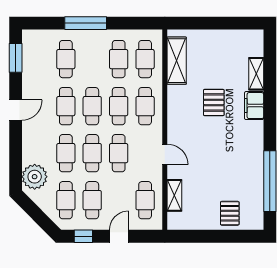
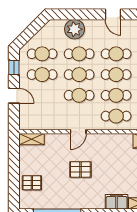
pallet: (214, 102) -> (80, 169), moved
plant: (35, 177) -> (75, 29), moved
shelving: (174, 195) -> (31, 139), moved
cafe table: (145, 200) -> (42, 116), removed

